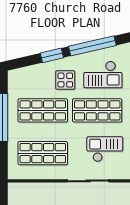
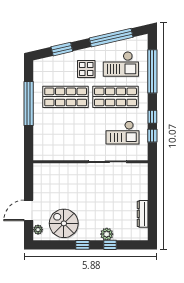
window: (52, 55) -> (62, 49), moved
checkout: (105, 149) -> (123, 133), turned 180
shop shelf: (43, 153) -> (66, 136), removed

